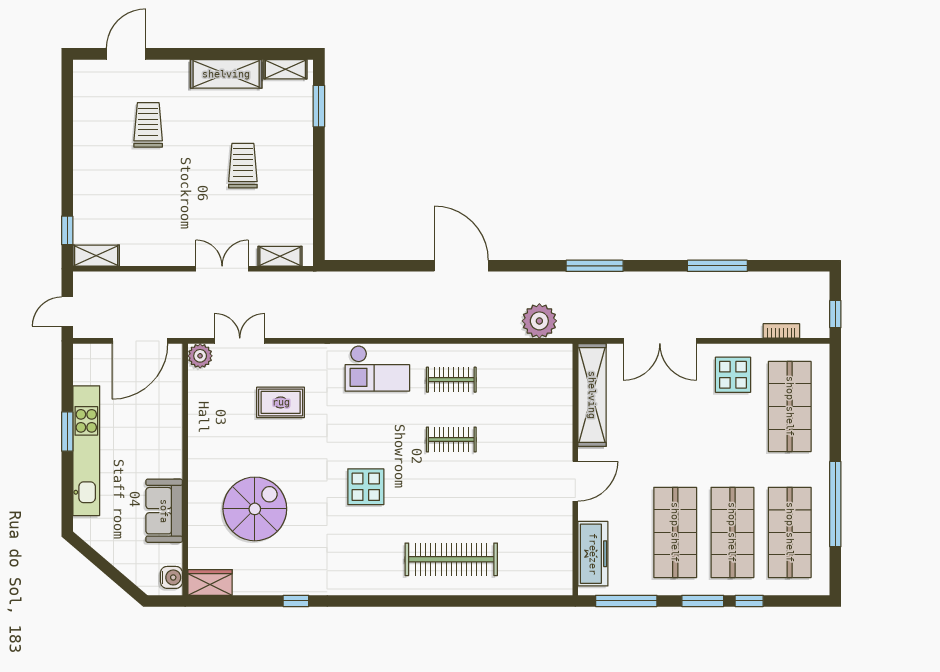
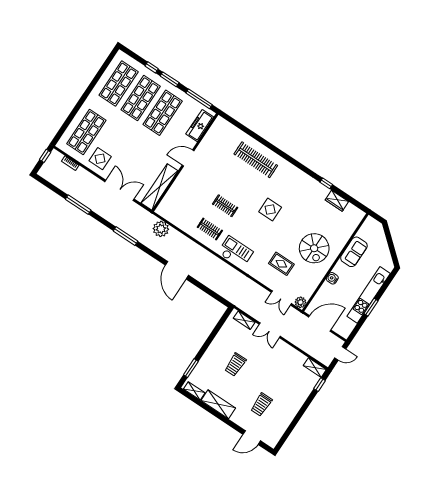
window: (835, 504) -> (94, 83), removed
spiral stairs: (255, 509) -> (314, 248), moved, turned -90
water cooler: (171, 577) -> (332, 278), moved
wardrobe: (210, 582) -> (337, 201), moved

